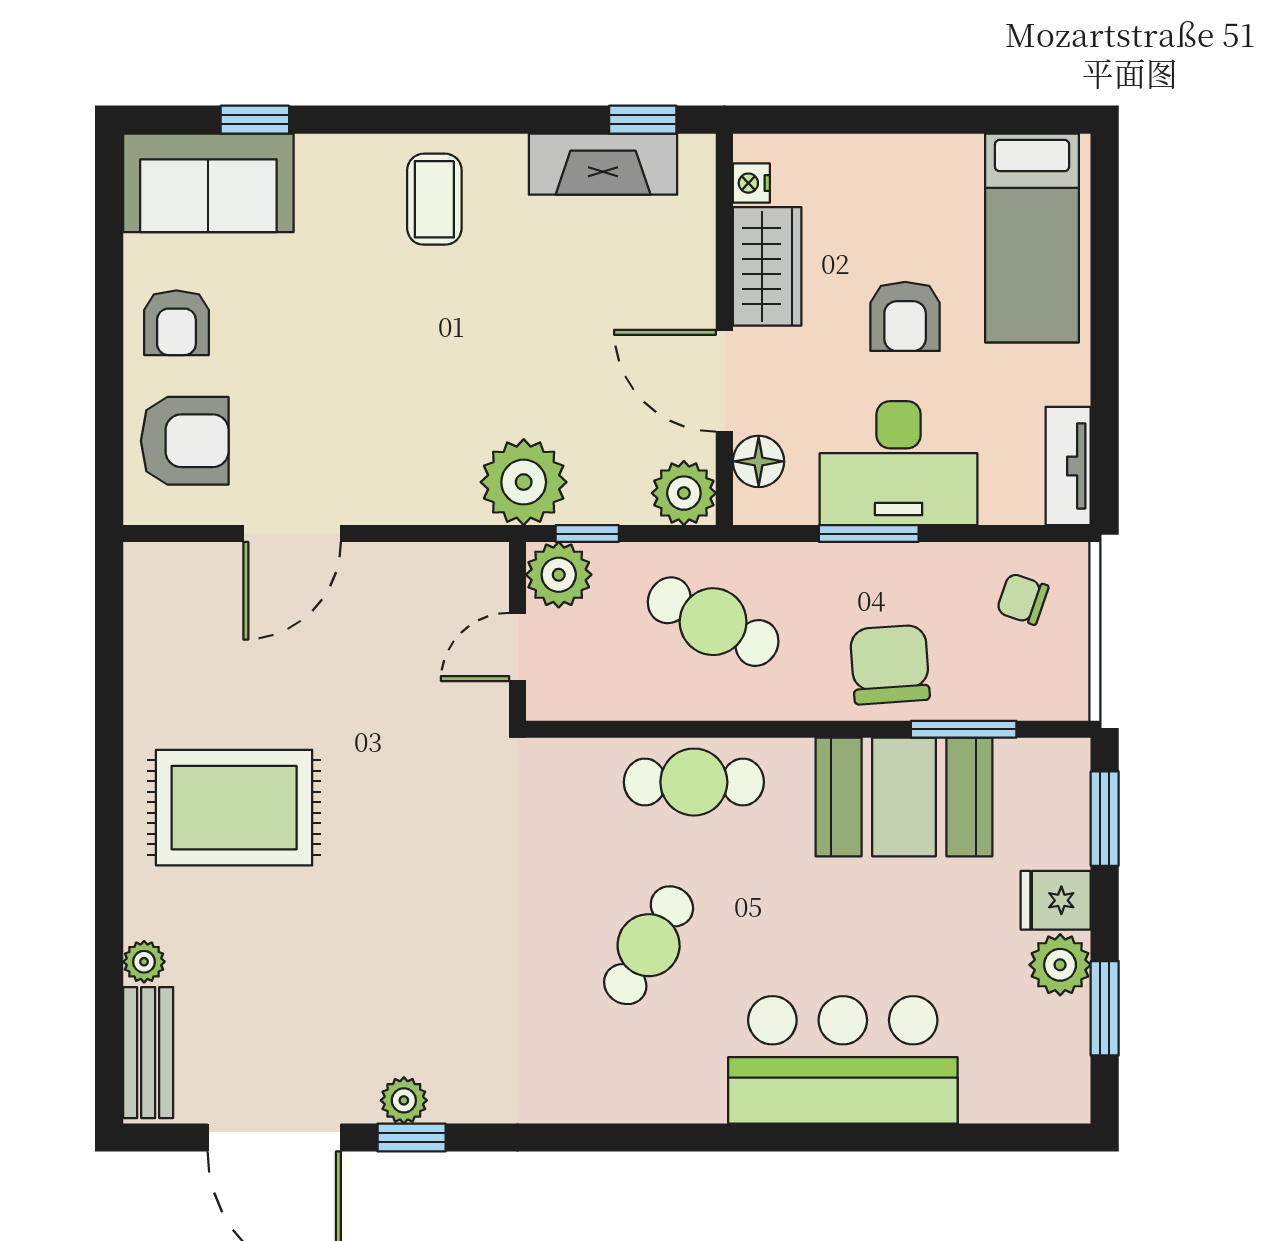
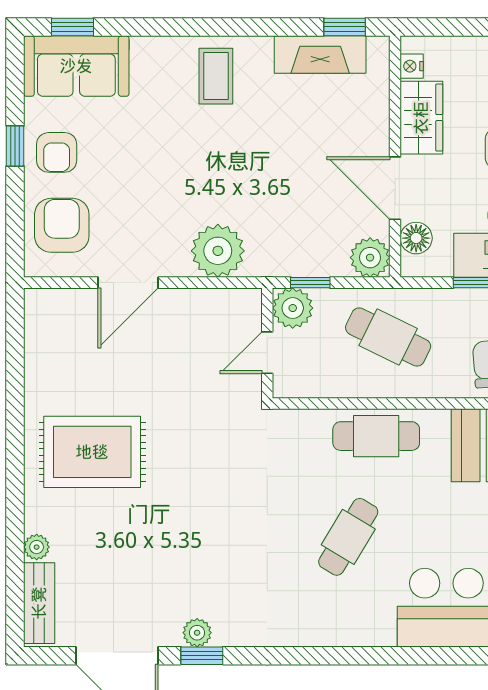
window: (255, 120) -> (72, 27), moved
window: (109, 312) -> (15, 146), added
armchair: (185, 441) -> (62, 225), turned -90
plant: (524, 482) -> (218, 251), moved

